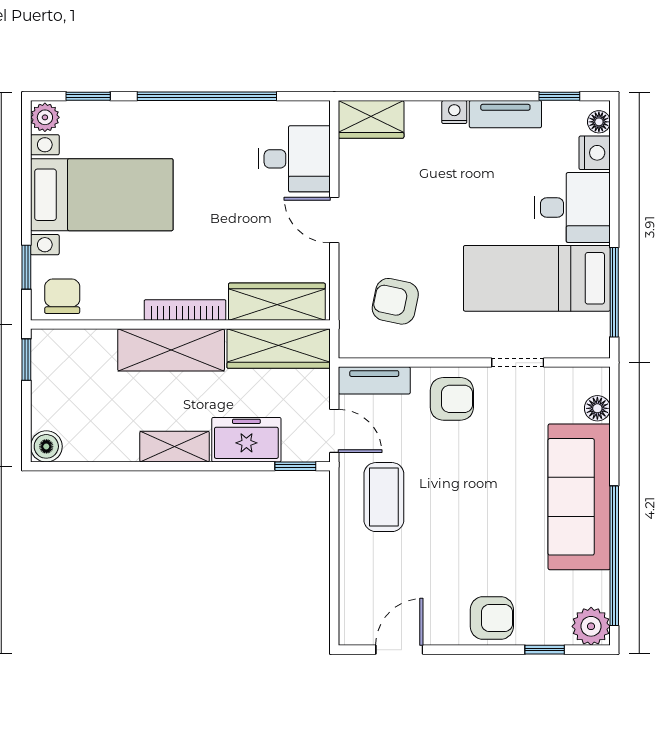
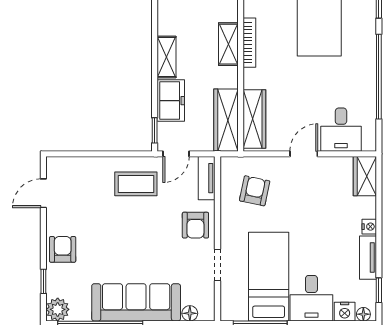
bookcase: (185, 310) -> (249, 43), moved
shelving: (171, 350) -> (228, 44), width x0.67, depth x0.75
armchair: (492, 618) -> (63, 249), turned 180
door: (399, 650) -> (43, 193), swing flipped

